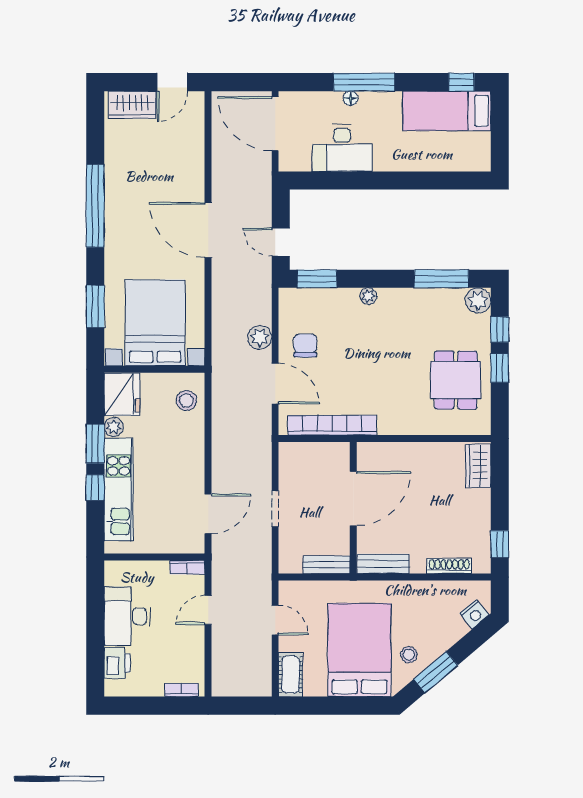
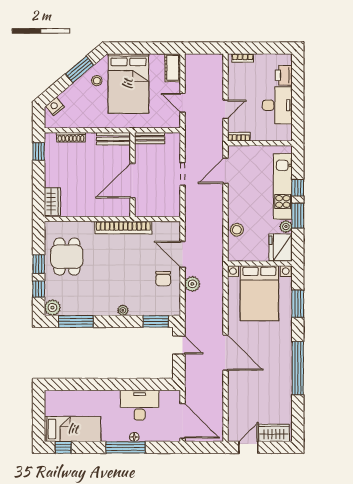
stool: (186, 400) -> (237, 230), moved
bookcase: (332, 425) -> (123, 228), moved

